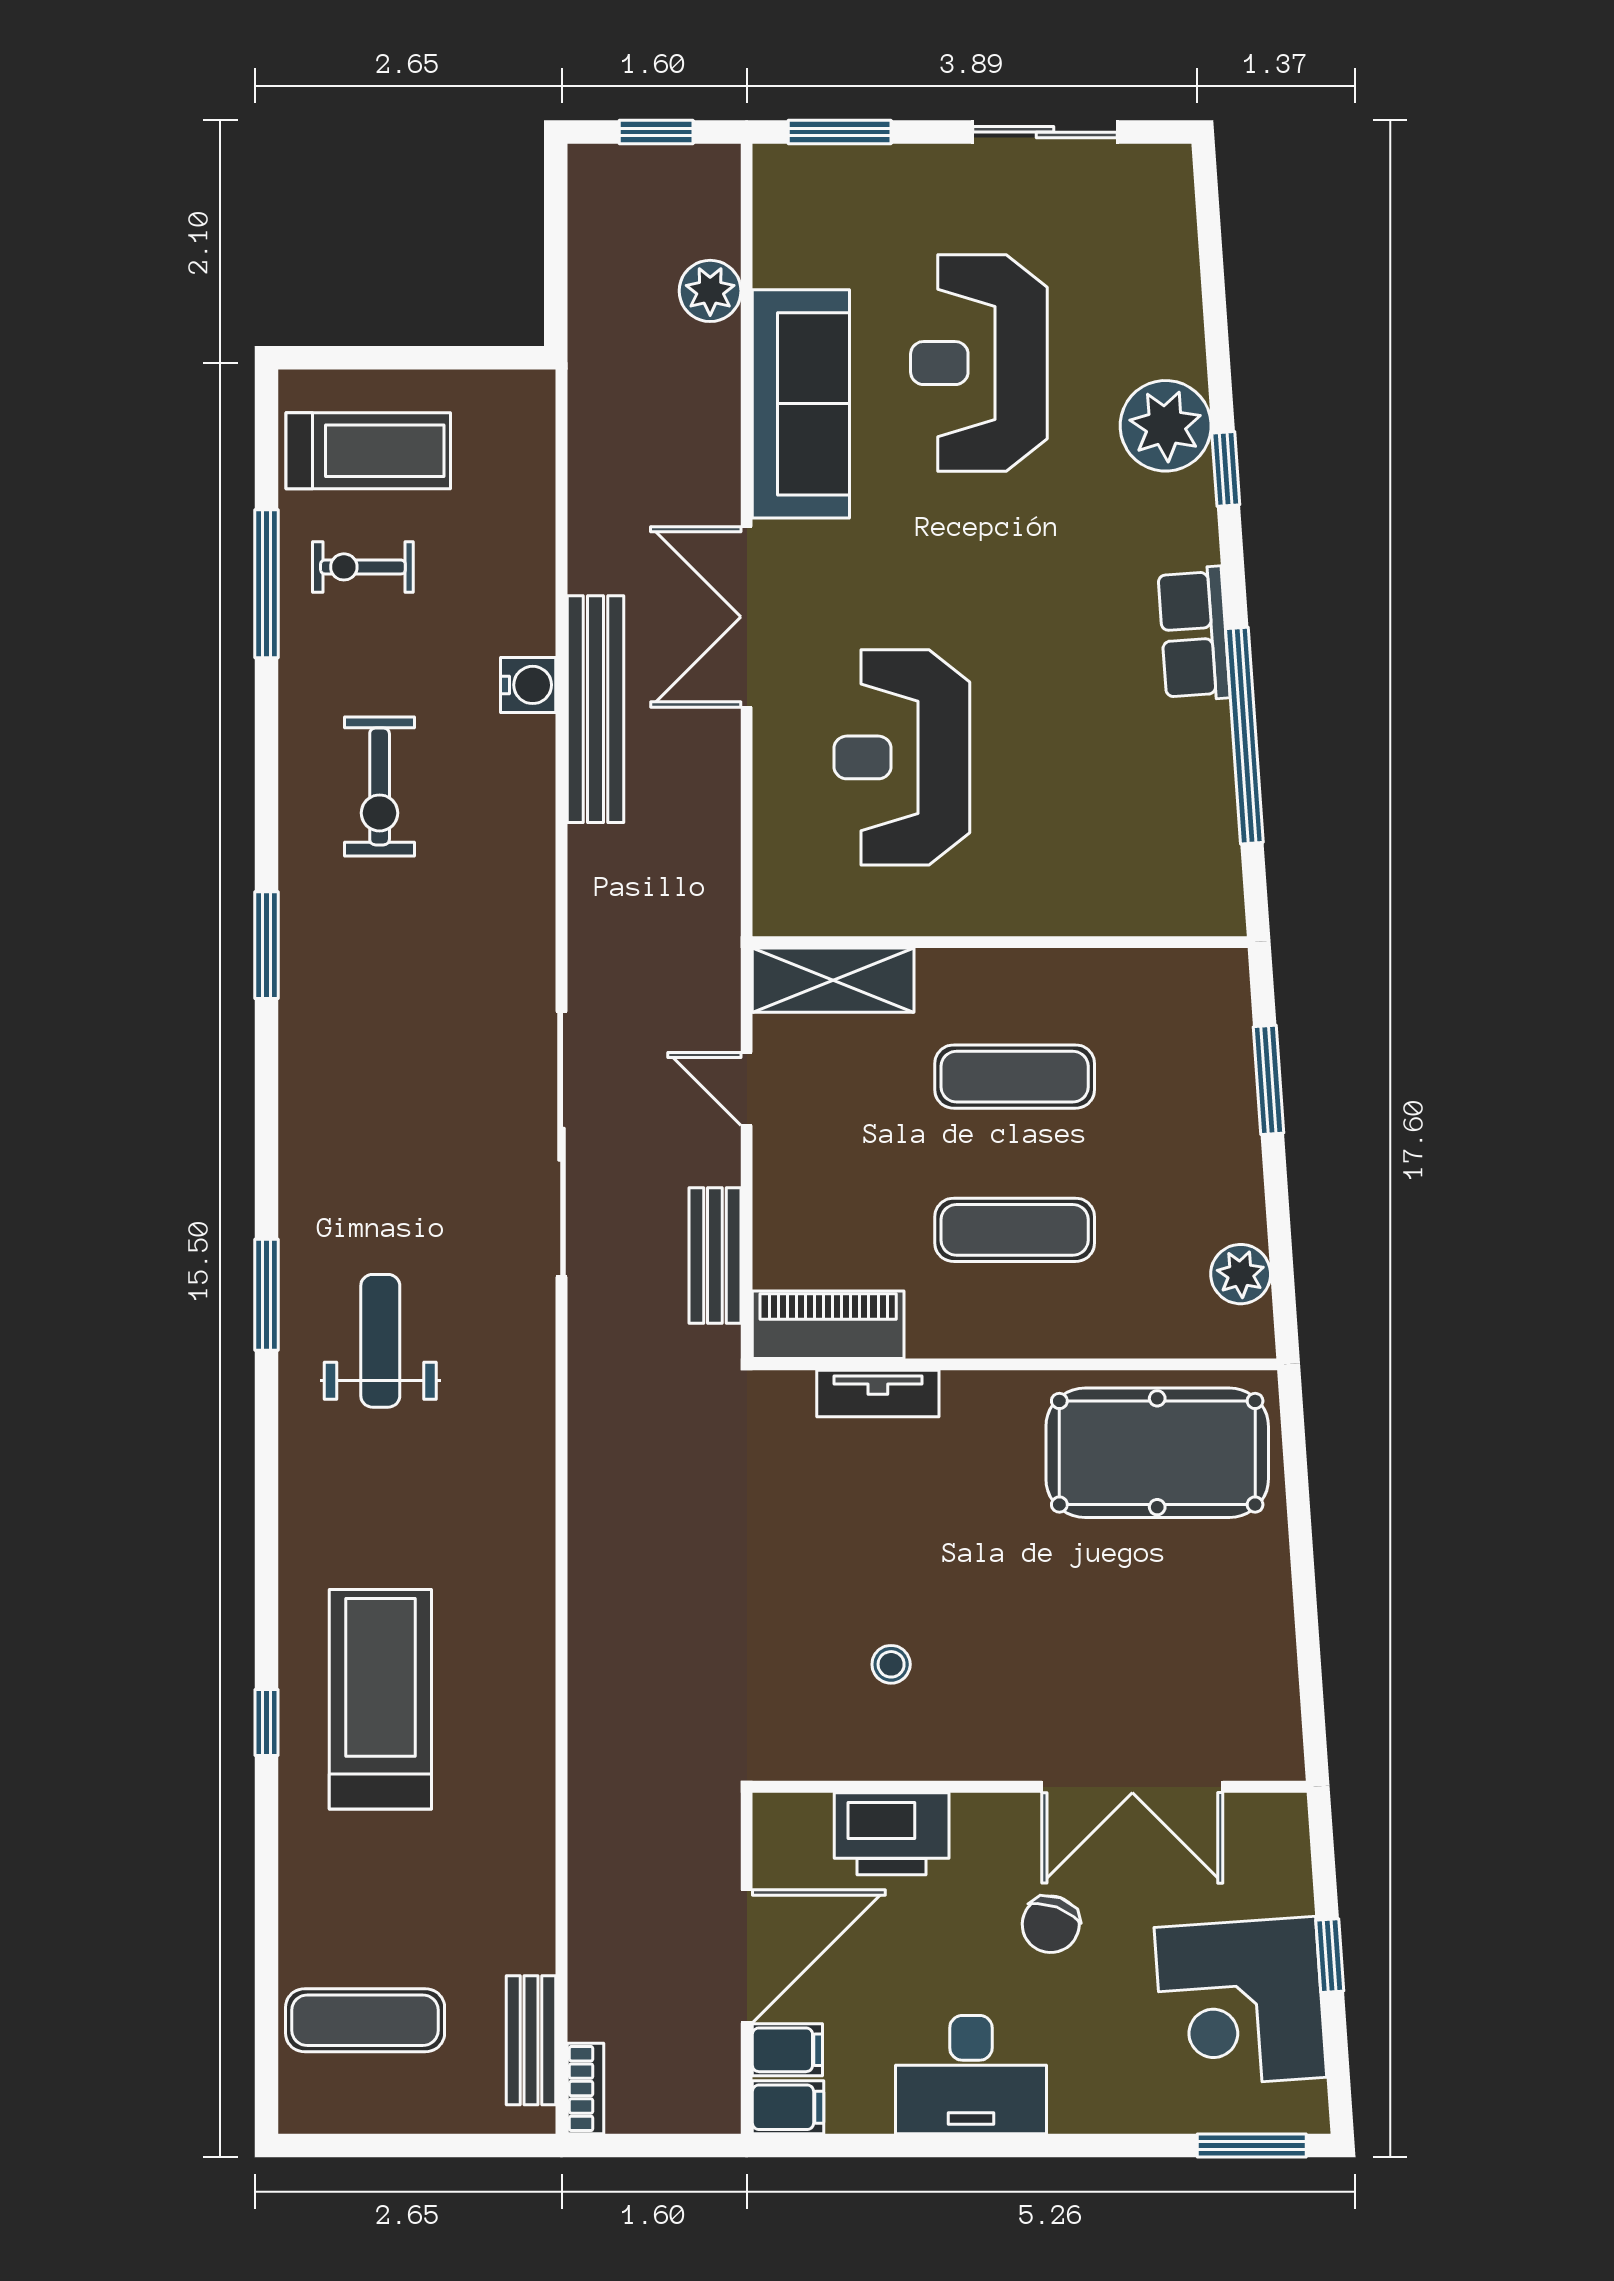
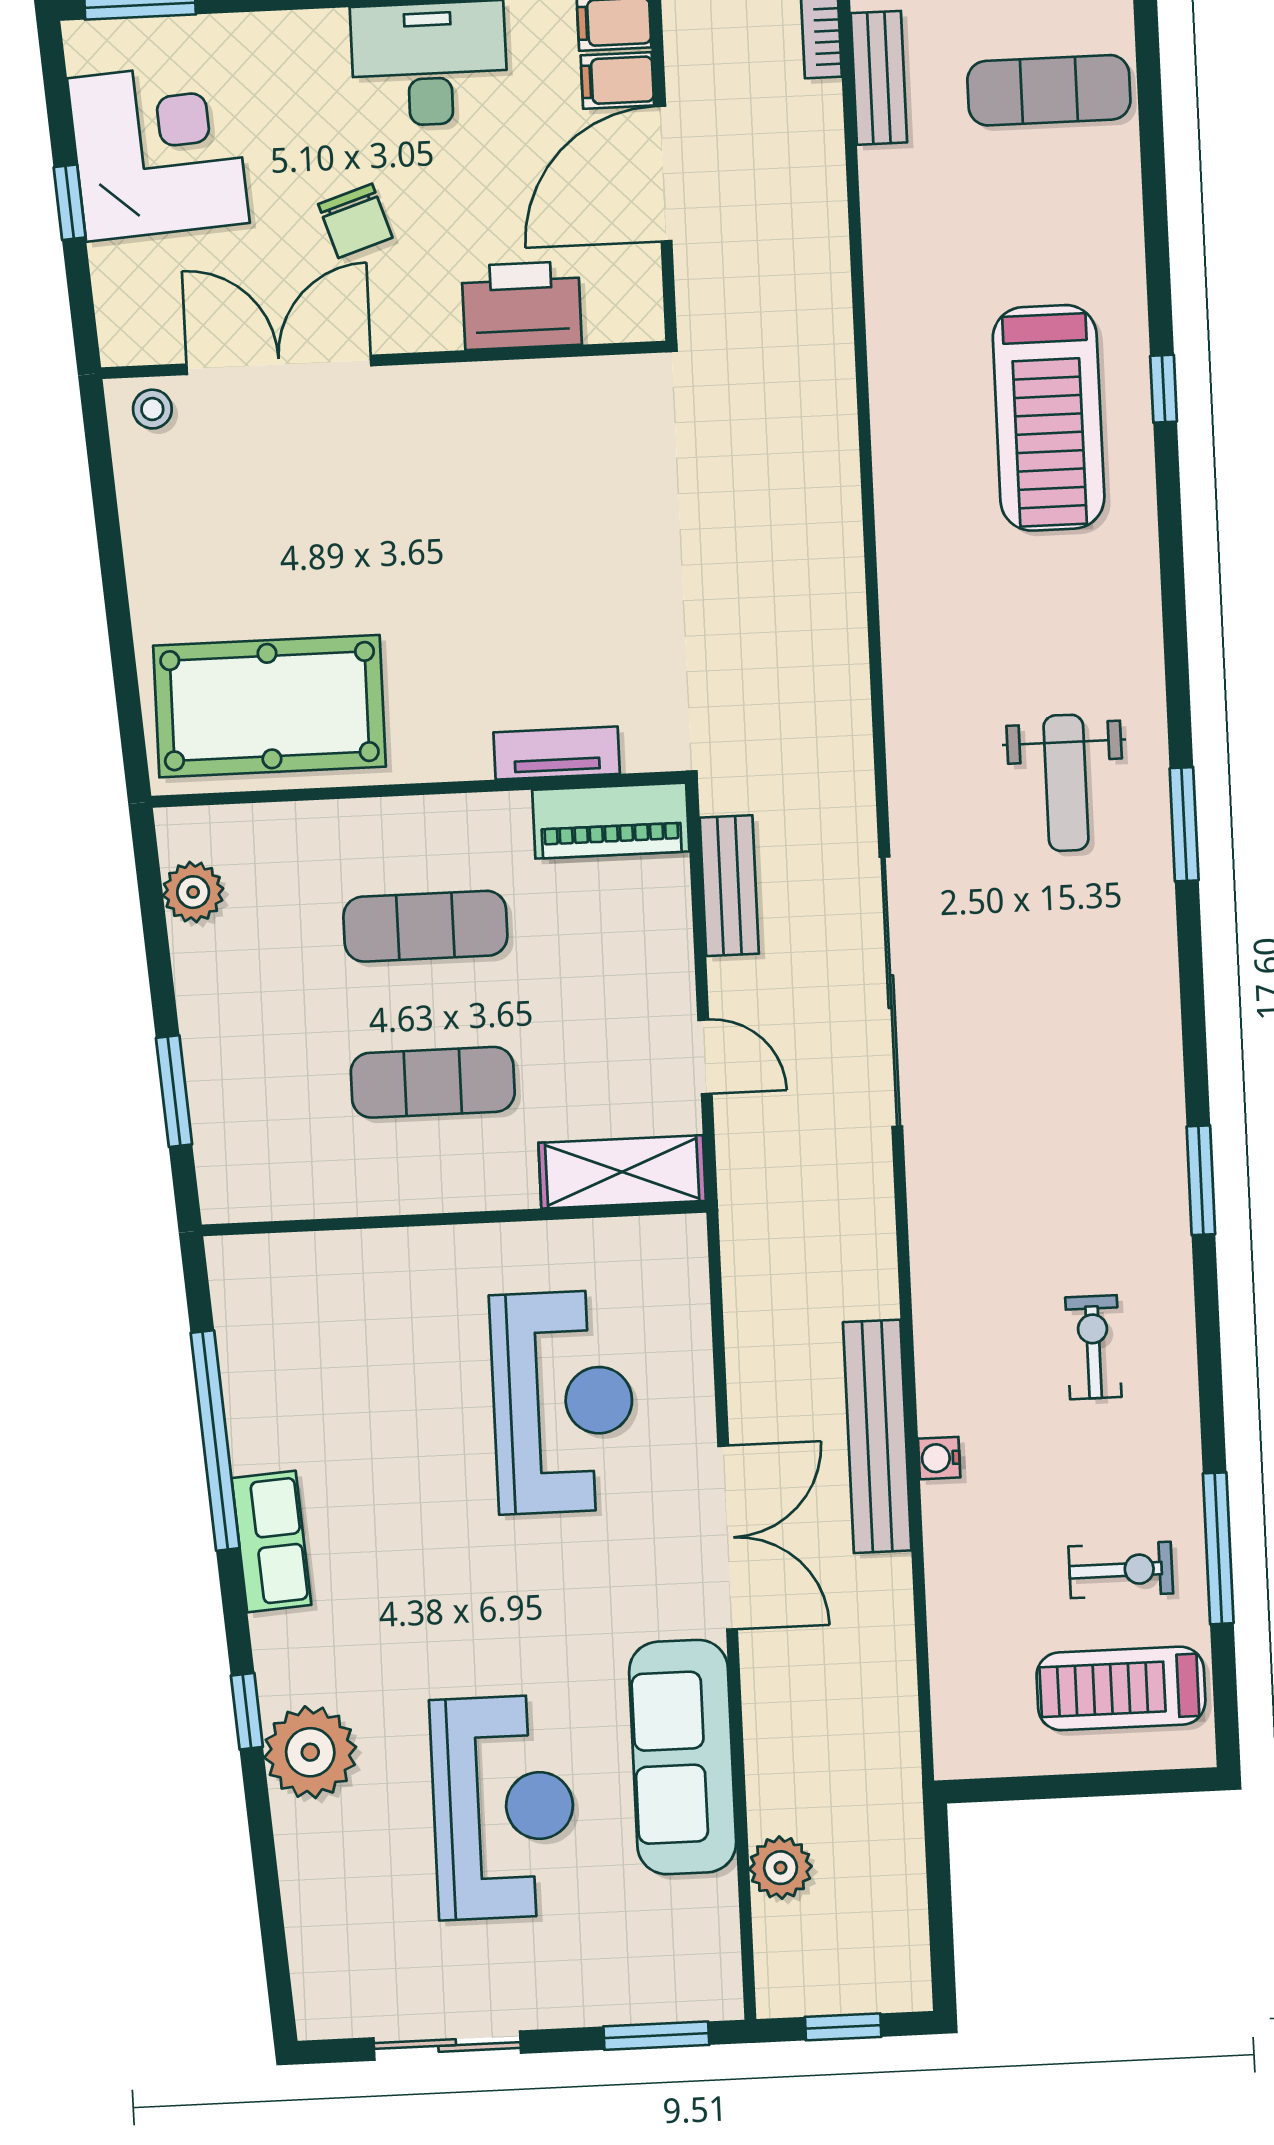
water cooler: (528, 685) -> (939, 1458), width x0.72, depth x0.72
exercise bike: (380, 786) -> (1093, 1347), width x0.73, depth x0.72
stool: (891, 1664) -> (152, 409), moved
chair: (1051, 1924) -> (355, 221), turned 142

